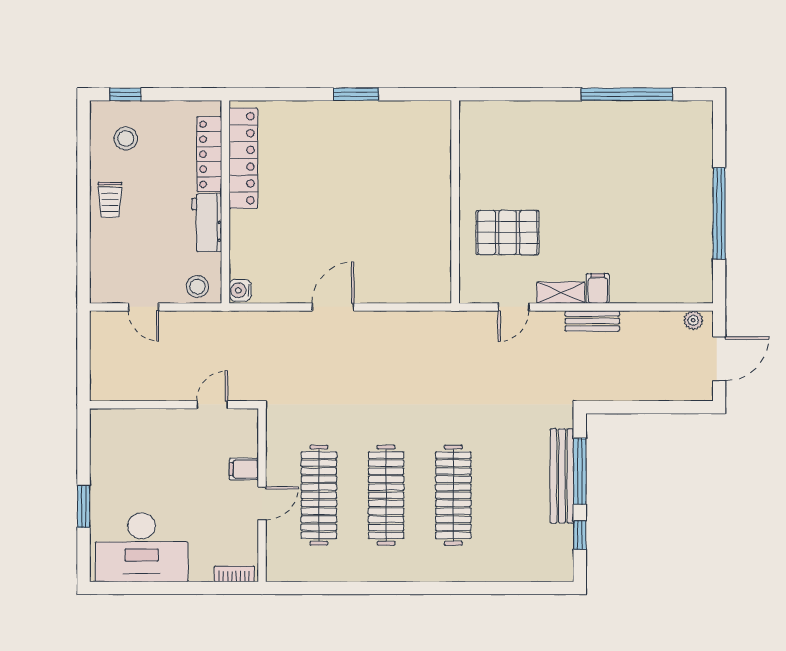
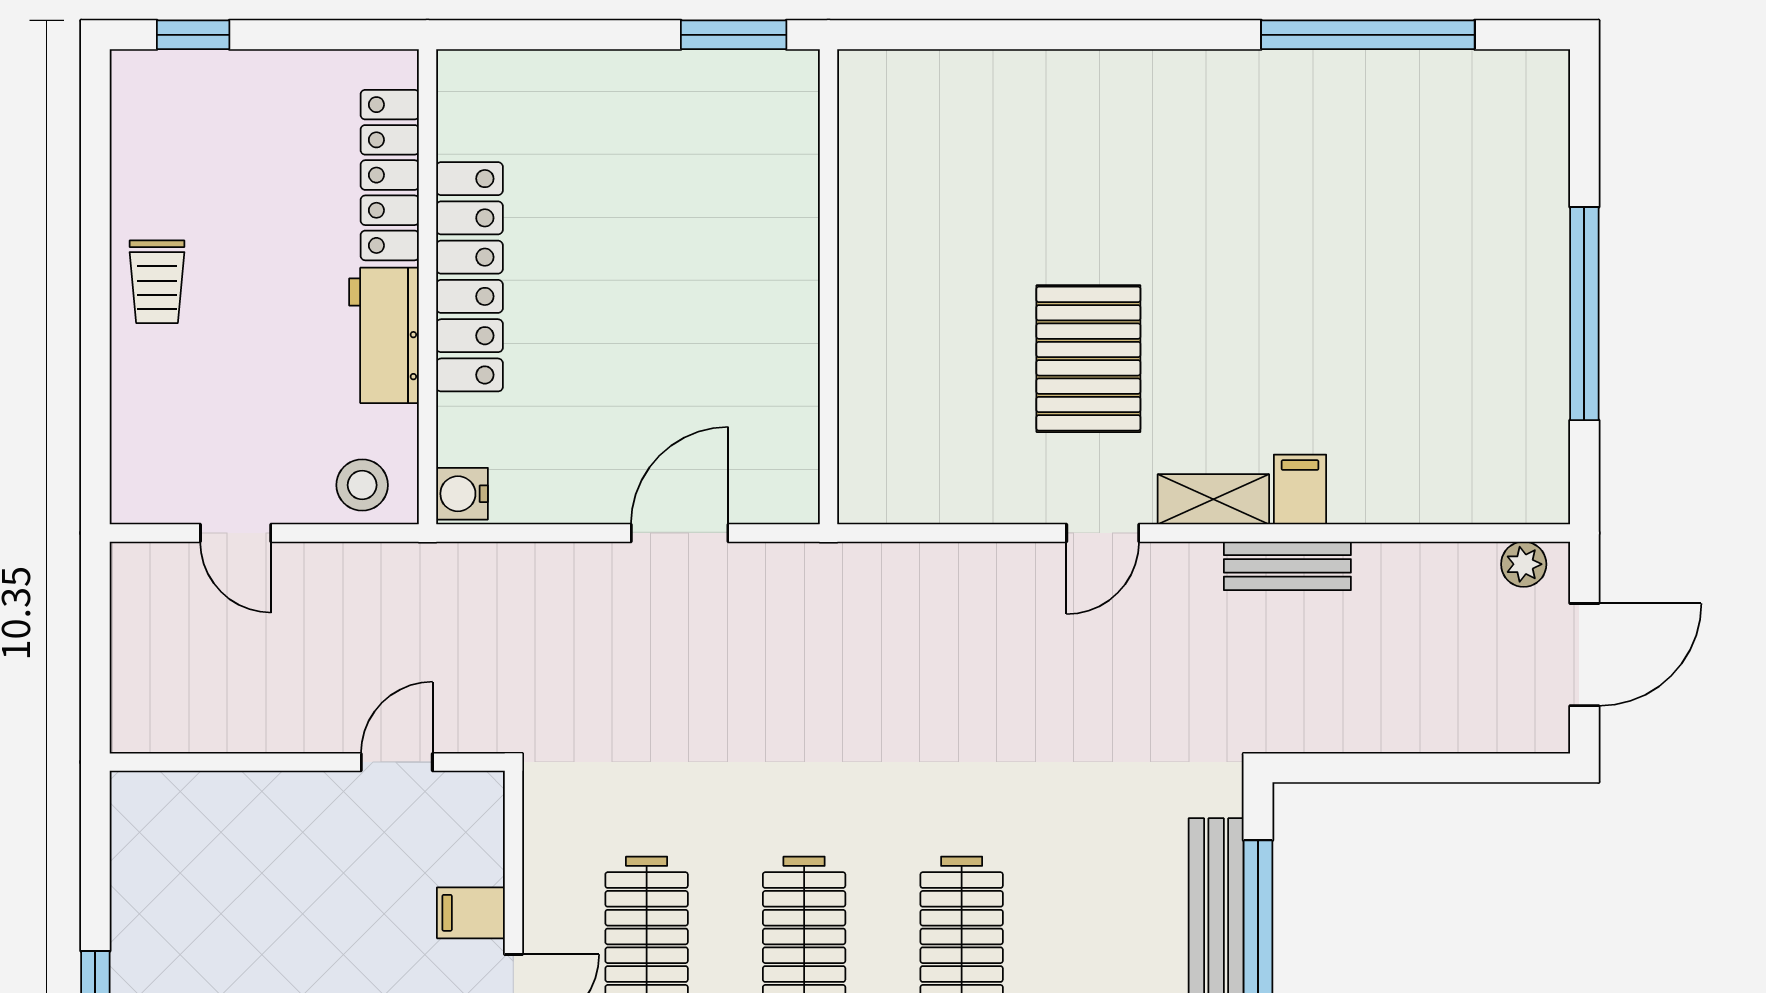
stool: (126, 138) -> (194, 138), removed
locker: (243, 158) -> (470, 277), moved
wall: (455, 202) -> (828, 287), moved
pallet: (507, 233) -> (1088, 359), turned 90

